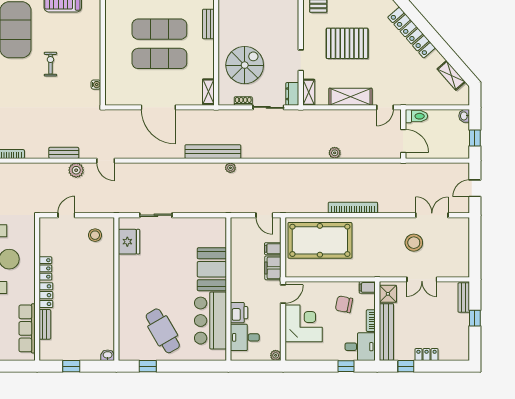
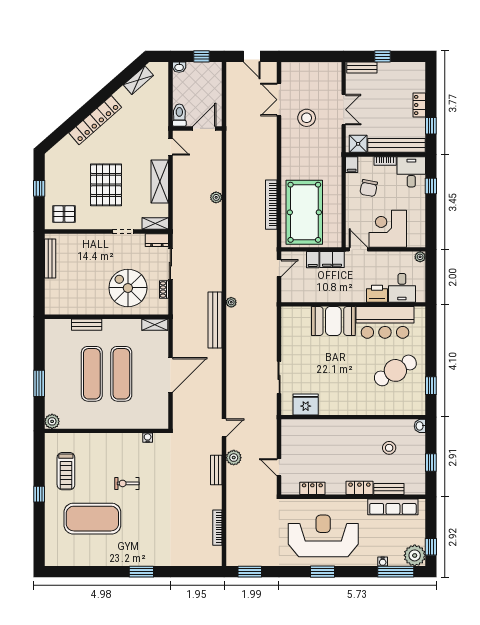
bookcase: (353, 208) -> (271, 205), moved
stool: (95, 235) -> (389, 448), moved
locker: (45, 268) -> (312, 488), moved

